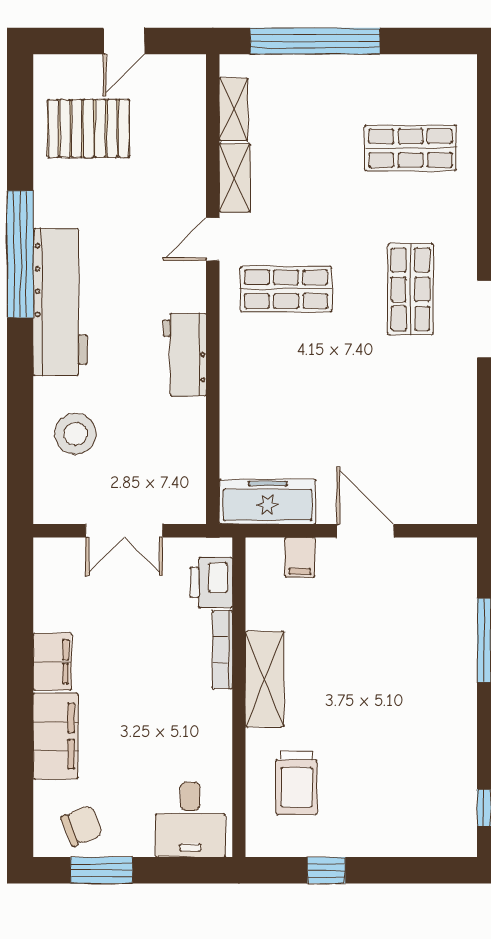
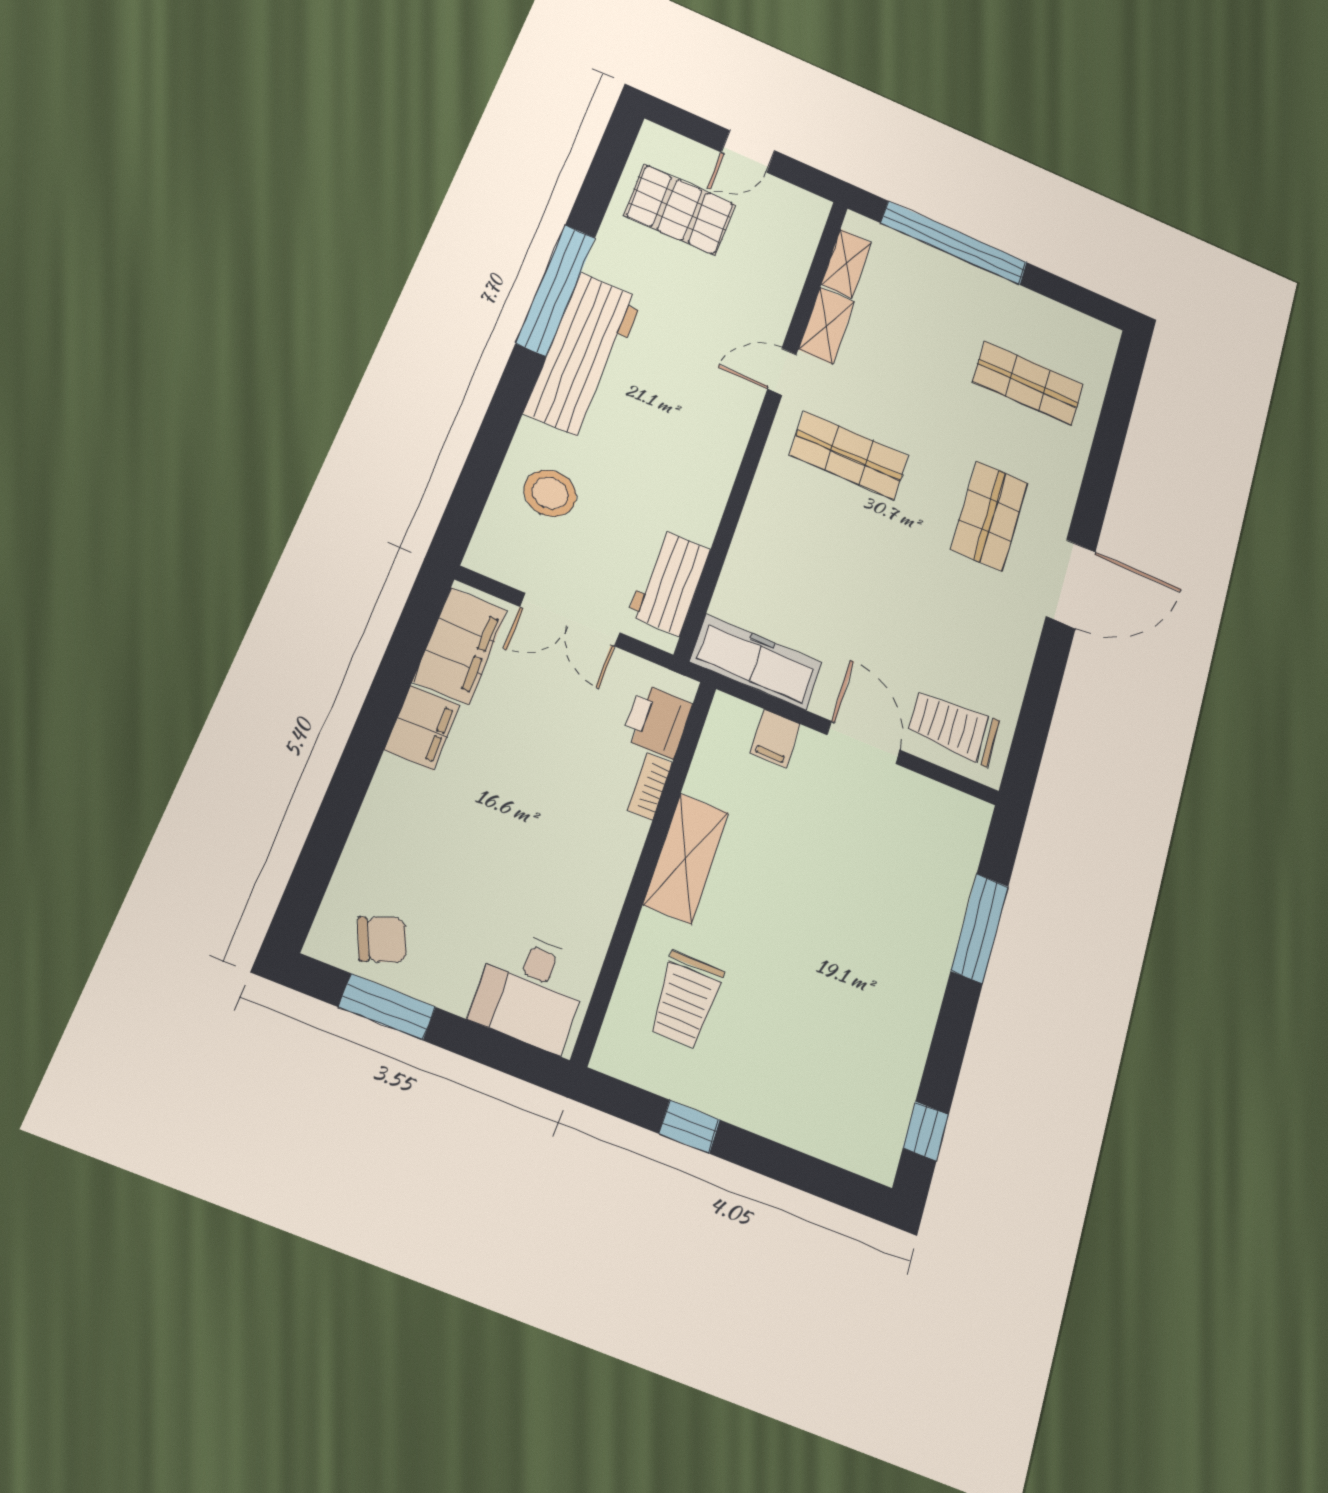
workbench: (185, 355) -> (669, 582), moved
trolley: (429, 487) -> (954, 727), added
bookcase: (222, 650) -> (650, 786), width x0.64
filing cabinet: (56, 736) -> (460, 646), moved

